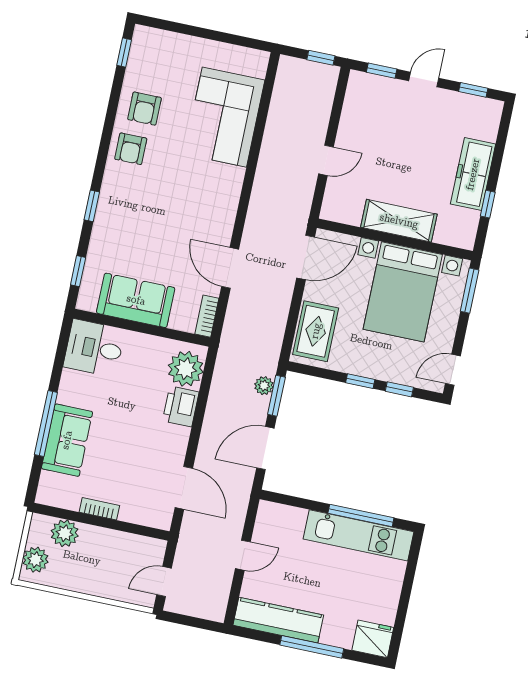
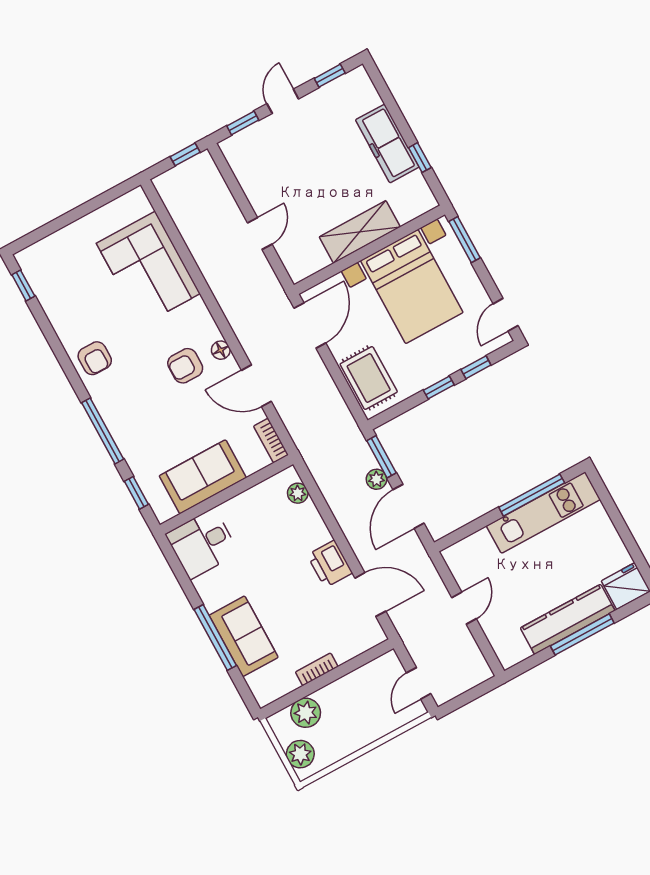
armchair: (144, 109) -> (185, 366), moved, turned 90
window: (92, 206) -> (103, 431), width x2.17
floor lamp: (226, 220) -> (221, 350), added
plant: (186, 369) -> (298, 493), width x0.53, depth x0.53
plant: (264, 386) -> (376, 479), moved
printer: (181, 406) -> (330, 564), moved
kitchen counter: (278, 620) -> (568, 619), moved

